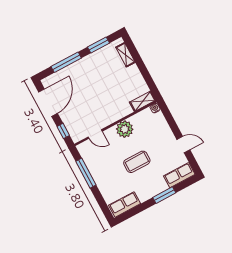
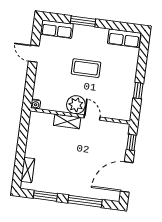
shelving: (143, 101) -> (67, 121), moved
door: (95, 134) -> (92, 118), moved
window: (86, 173) -> (138, 91), width x0.46

